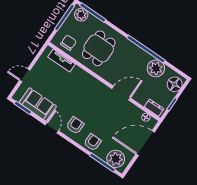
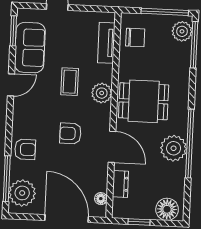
dining table: (99, 48) -> (144, 101), moved
plant: (156, 68) -> (174, 148), moved
plant: (88, 80) -> (102, 93), added
coffee table: (70, 94) -> (70, 82), added
dresser: (154, 108) -> (120, 184), moved
armchair: (75, 125) -> (70, 133), moved, turned 180

